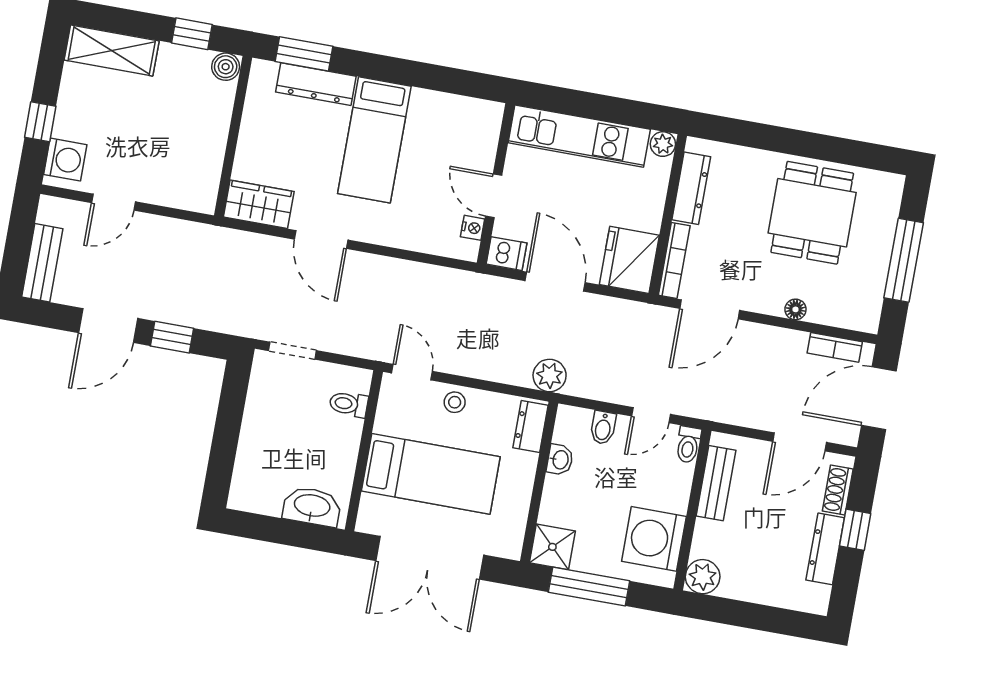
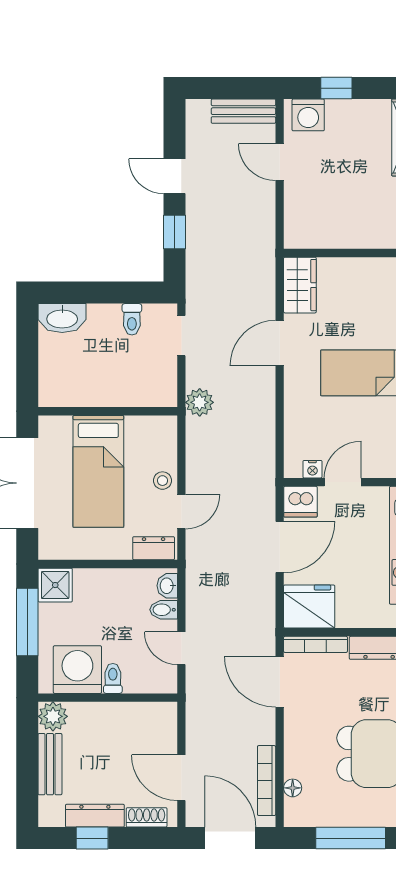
dishwasher: (507, 254) -> (300, 502), width x1.38
bench: (42, 263) -> (243, 111), moved
floor lamp: (795, 309) -> (293, 788), moved
door: (108, 326) -> (175, 176), width x0.73
bookcase: (835, 347) -> (267, 781), width x1.56
door: (412, 372) -> (181, 512), moved
plant: (550, 375) -> (200, 402), moved
toilet: (349, 404) -> (132, 319), moved, turned 180
toilet: (688, 445) -> (113, 678), moved, turned 90
washbasin: (560, 460) -> (167, 586), moved, turned 90
bench: (716, 483) -> (50, 764), moved, turned 90
washbasin: (312, 506) -> (62, 318), moved, turned 90
window: (855, 530) -> (92, 838), moved

